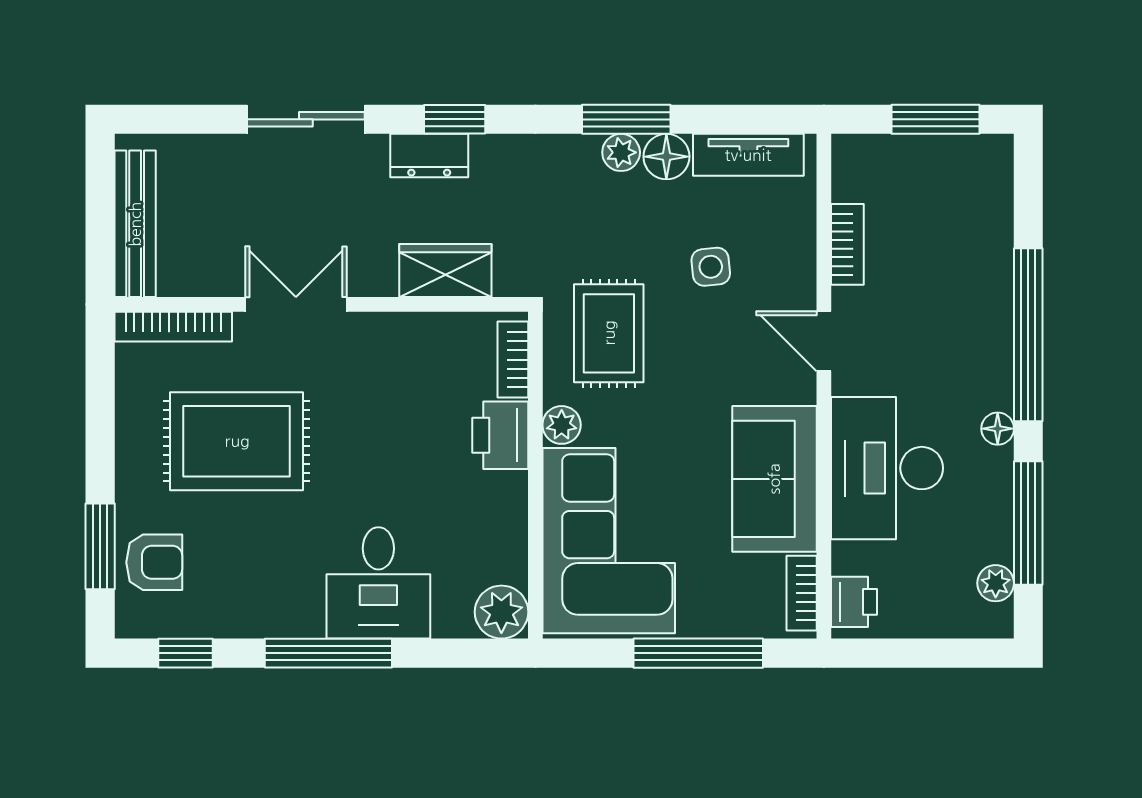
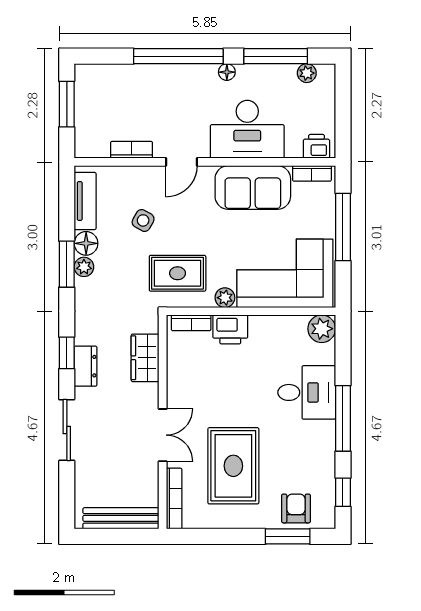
side table: (711, 267) -> (143, 220), turned 35
double door: (296, 304) -> (163, 435), swing flipped

